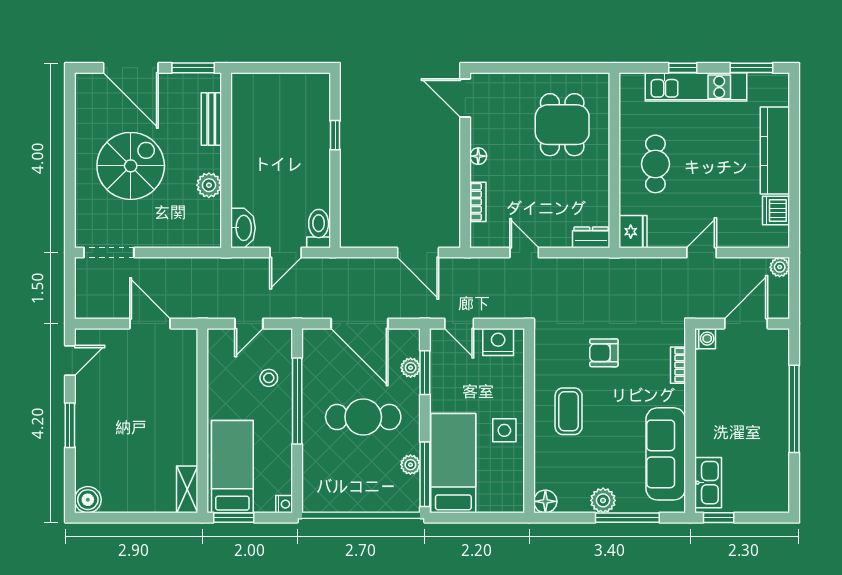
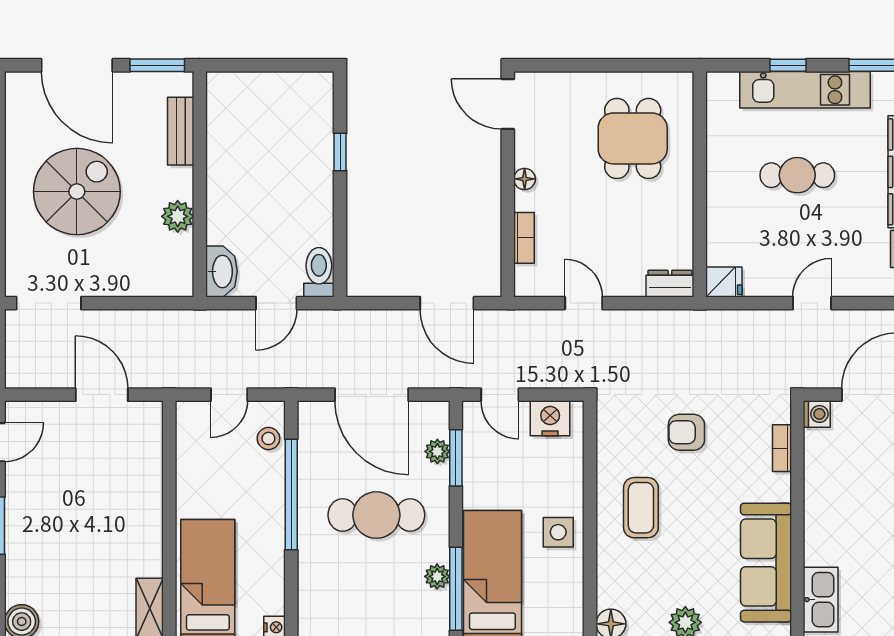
cafe table: (655, 164) -> (797, 175), moved, turned 90
fridge: (633, 232) -> (724, 282), width x0.72
stool: (269, 378) -> (268, 438), moved

